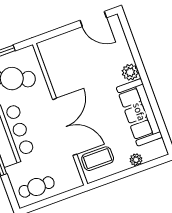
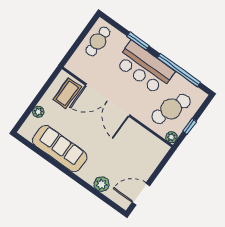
plant: (29, 52) -> (171, 137), added
plant: (130, 72) -> (102, 184), moved

